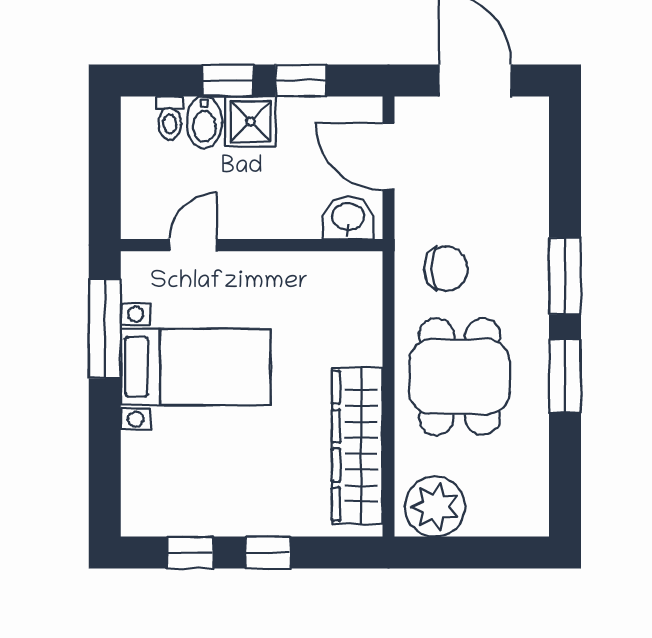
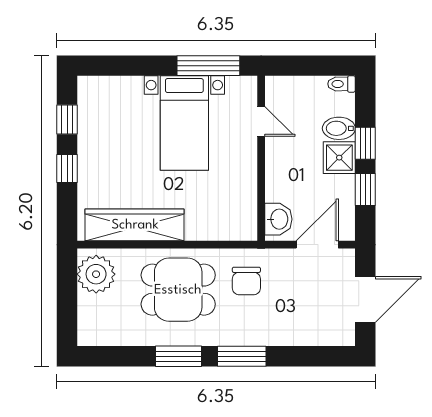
toilet: (170, 118) -> (341, 84), moved

